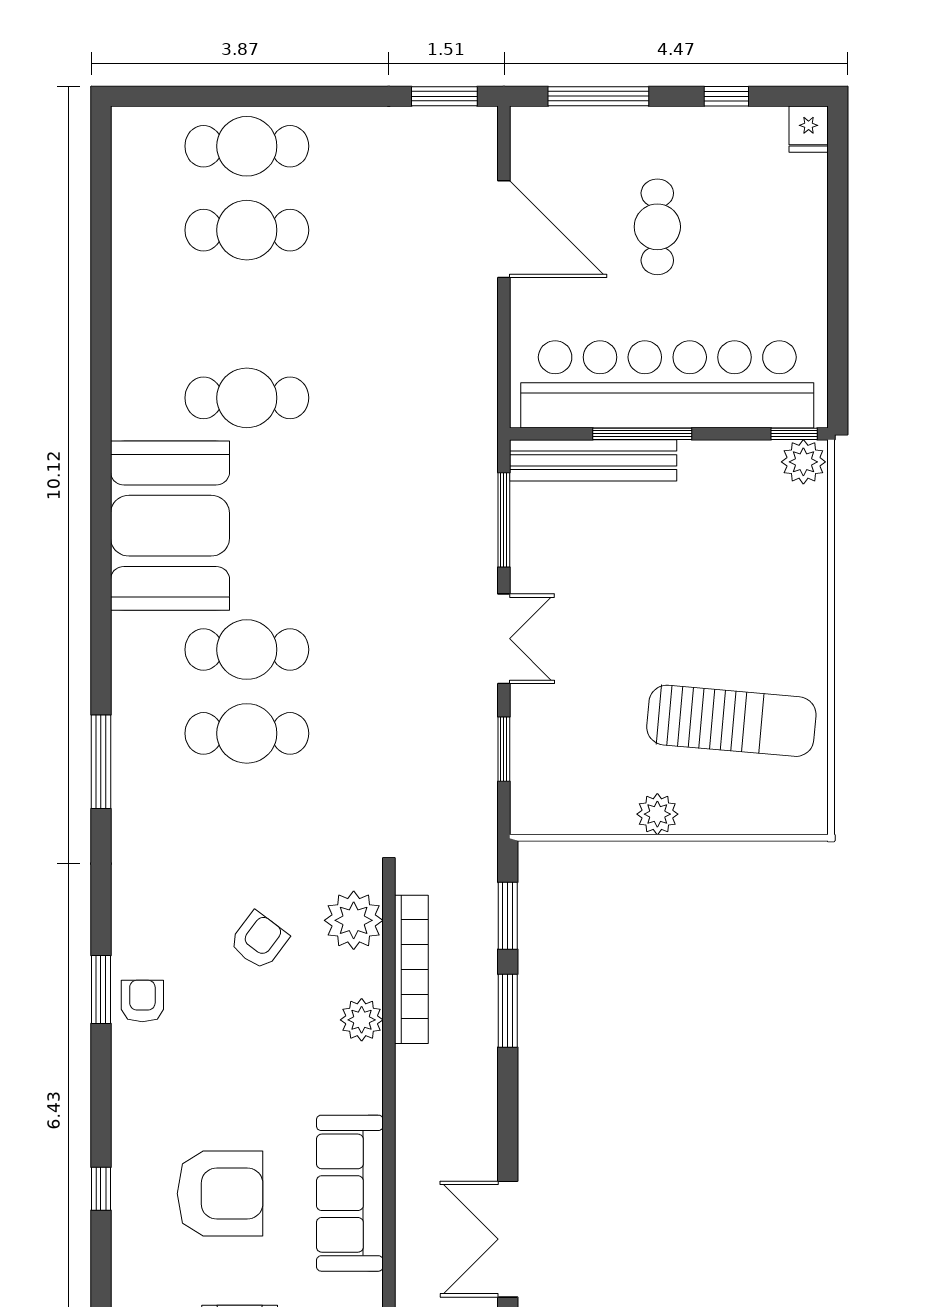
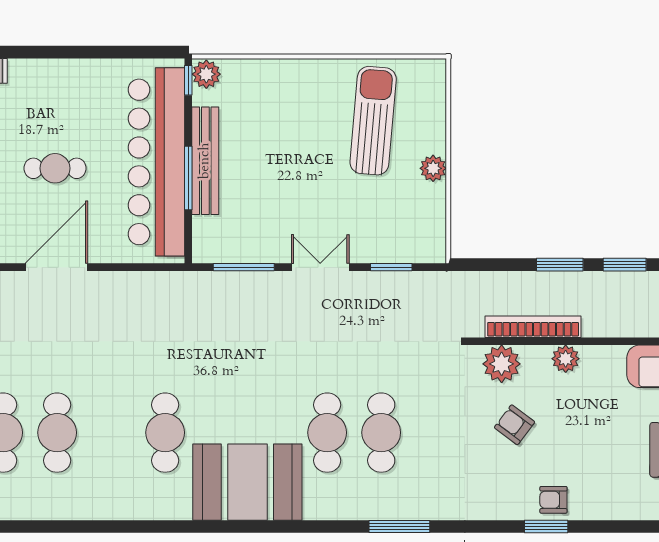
bench: (593, 460) -> (205, 161), moved
window: (508, 916) -> (625, 265), moved

